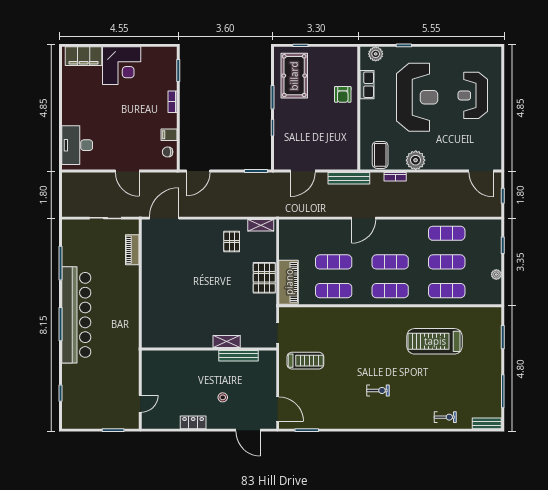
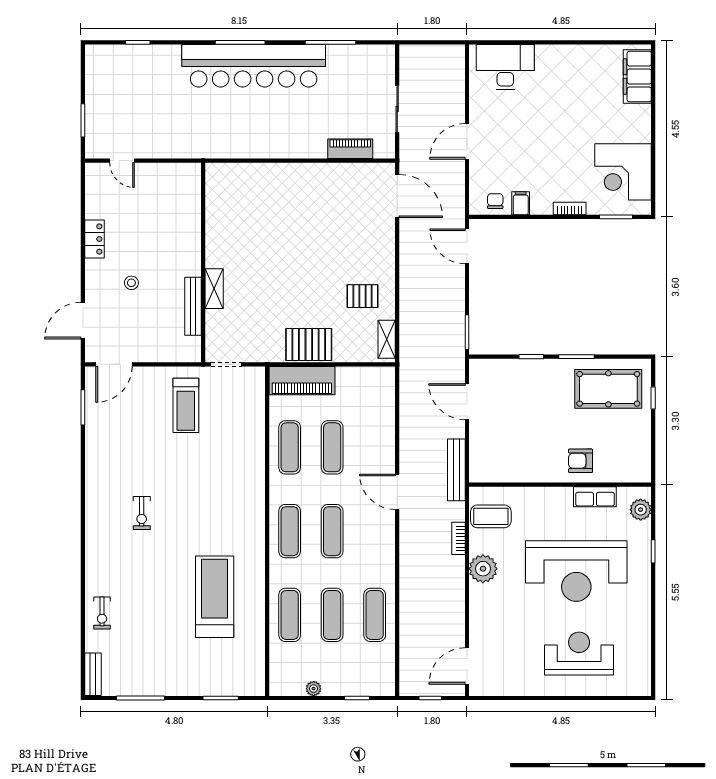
corner desk: (122, 66) -> (623, 172), moved

